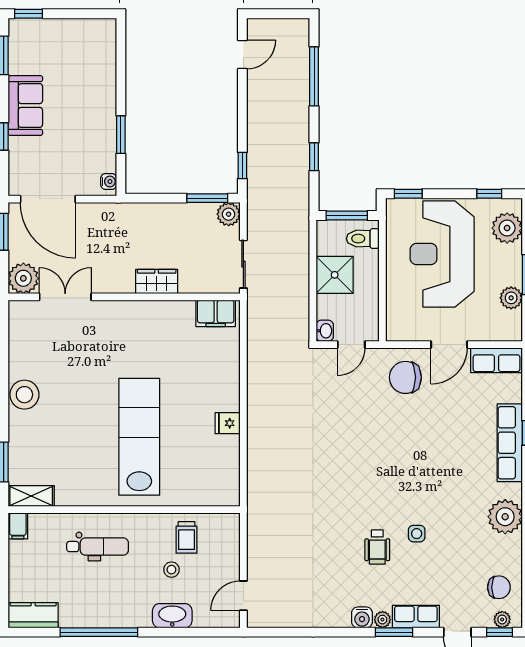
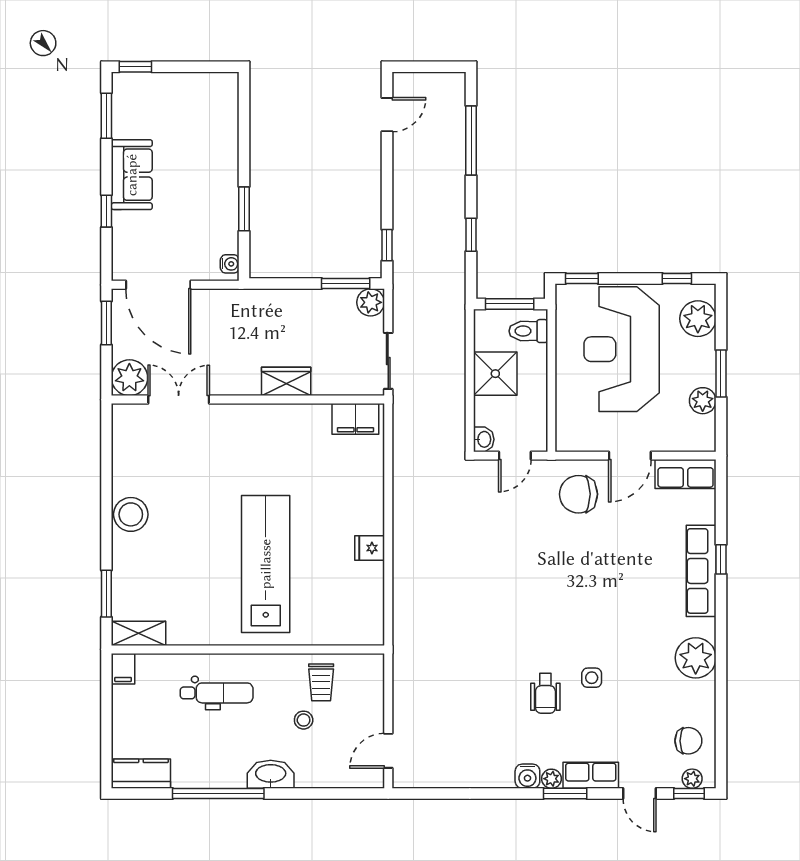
washbasin: (172, 616) -> (271, 774), moved

